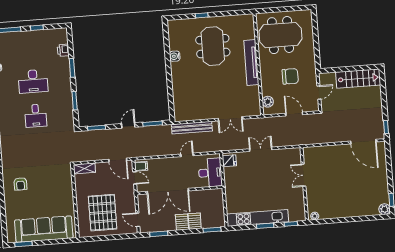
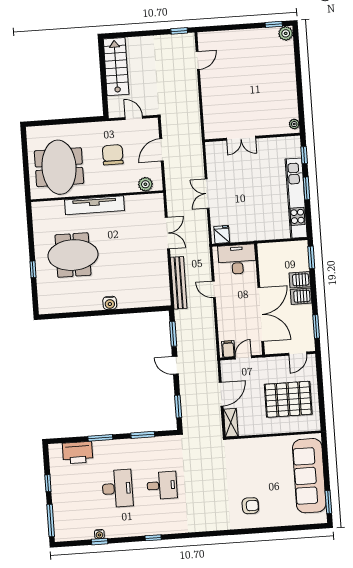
printer: (63, 50) -> (78, 453), width x1.87, depth x1.48
water cooler: (175, 56) -> (110, 303), moved
door: (363, 142) -> (198, 60), width x0.53
door: (118, 160) -> (221, 394), moved

